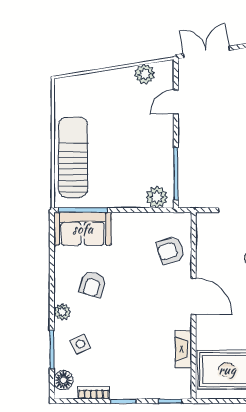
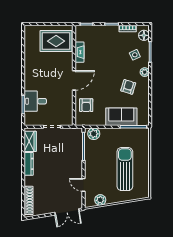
door: (176, 102) -> (83, 185), swing flipped
sun lounger: (73, 157) -> (125, 169), moved, turned 180
sofa: (83, 229) -> (121, 117), moved
armchair: (171, 250) -> (86, 105), turned 108
door: (194, 296) -> (74, 80), swing flipped

